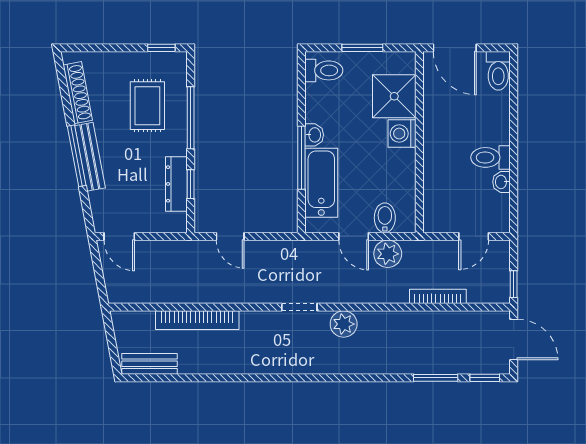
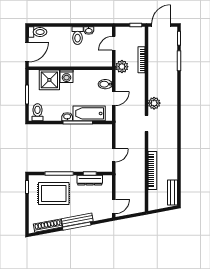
rug: (147, 106) -> (54, 193), width x1.36, depth x1.43
door: (474, 236) -> (114, 43), swing flipped
plant: (388, 254) -> (122, 67), moved

